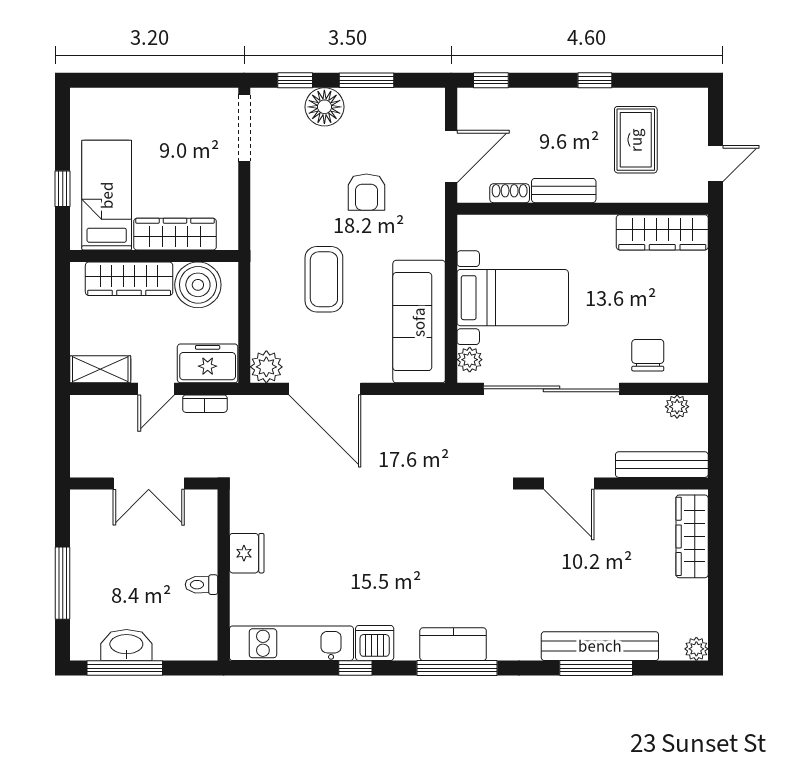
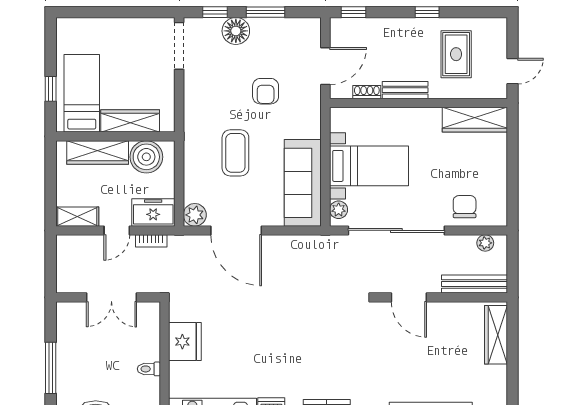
fridge: (247, 553) -> (185, 342), width x1.36, depth x1.34

